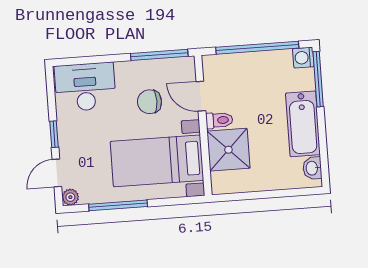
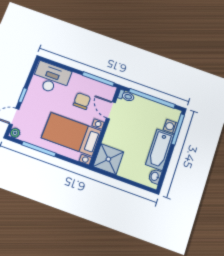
washing machine: (303, 58) -> (171, 127), moved
chair: (150, 102) -> (82, 101), turned 90
toilet: (219, 120) -> (126, 96), moved
shower: (228, 150) -> (108, 159), moved

